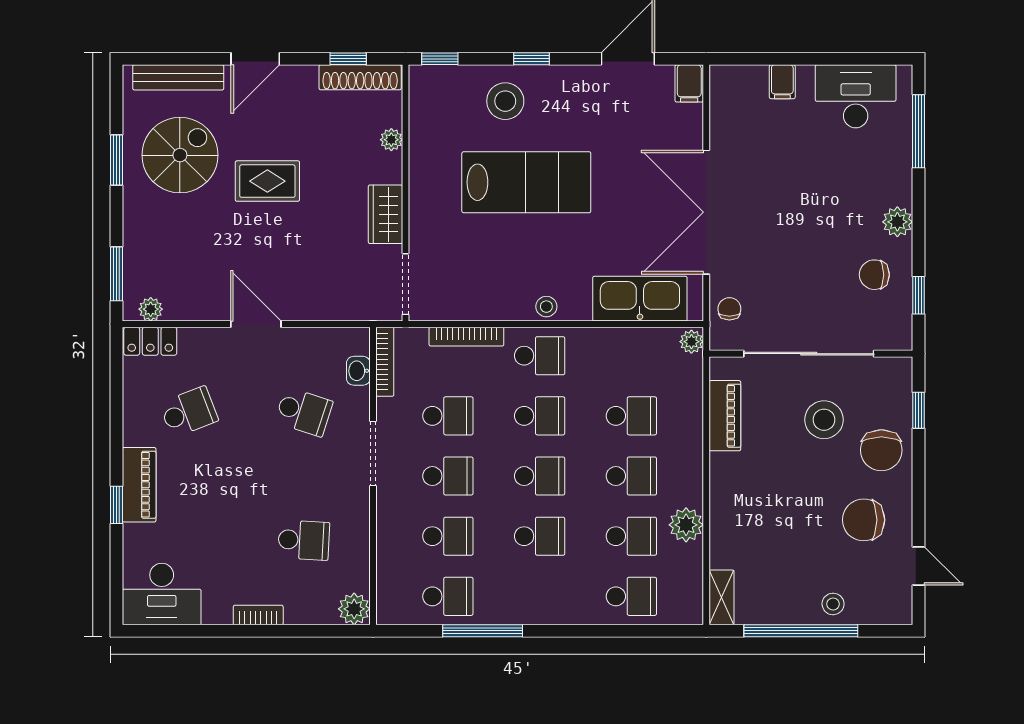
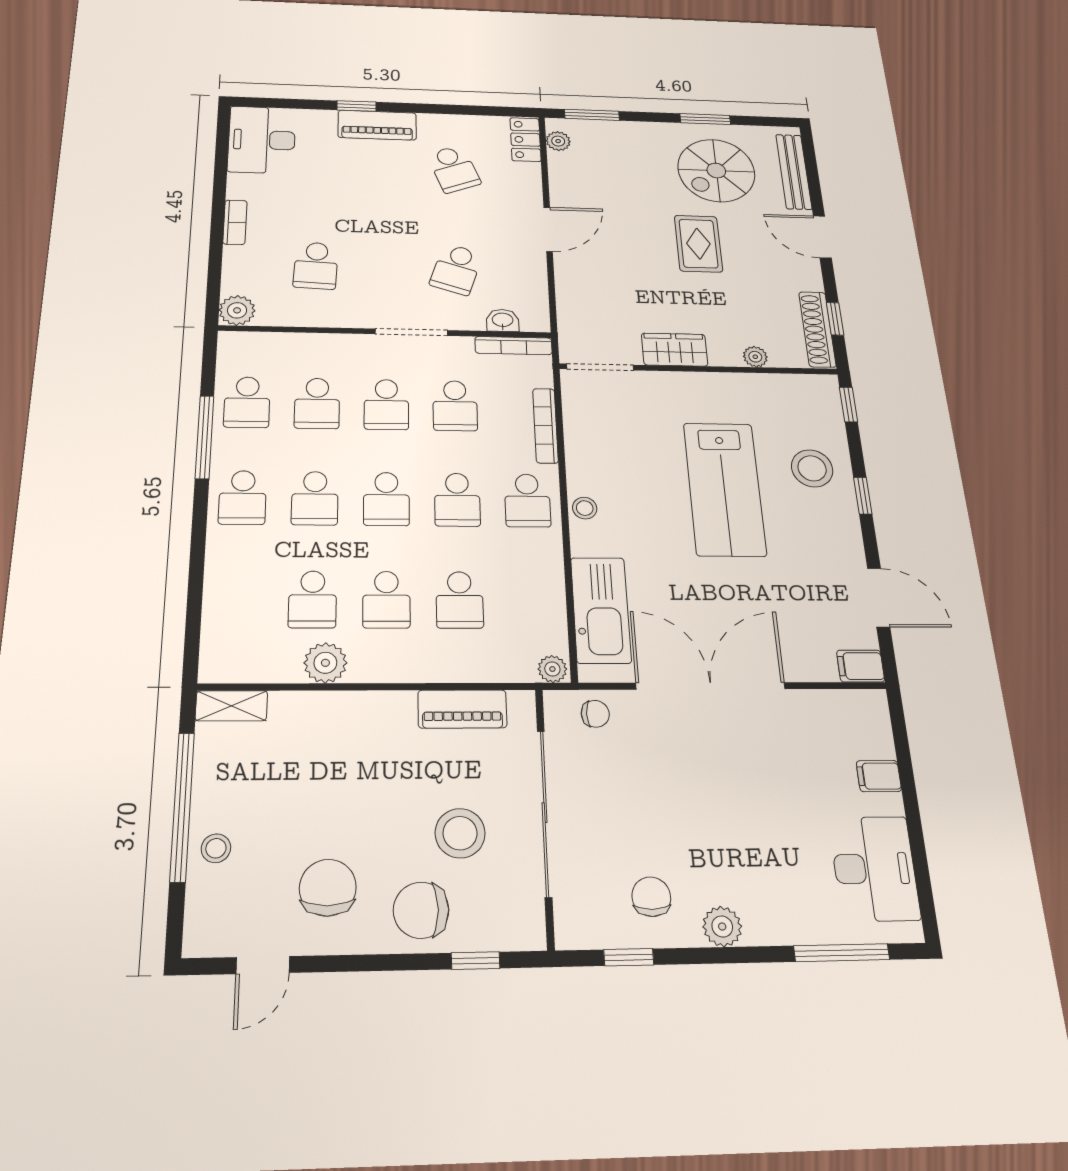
spiral stairs: (180, 155) -> (716, 170), turned 90
school desk: (631, 596) -> (243, 497), moved

